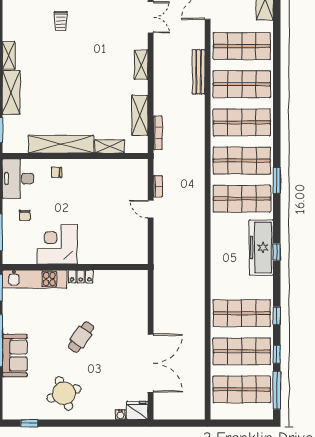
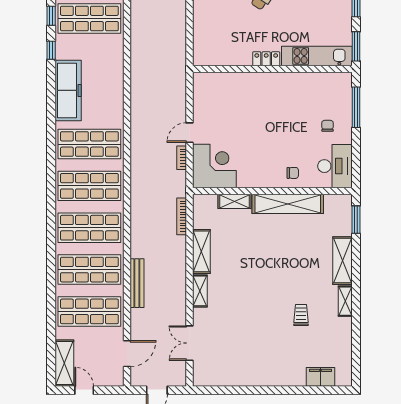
trolley: (61, 21) -> (301, 315), moved
shelving: (140, 115) -> (201, 251), moved
window: (277, 180) -> (51, 164), removed
door: (151, 209) -> (189, 133), swing flipped
corner desk: (57, 244) -> (214, 166), moved, turned -90
window: (277, 252) -> (51, 50), moved

